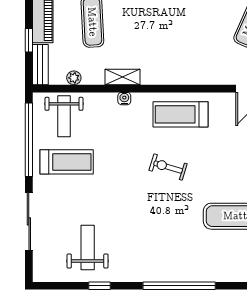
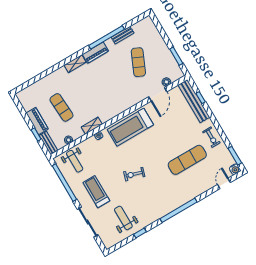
treadmill: (181, 114) -> (130, 127), width x1.37, depth x1.38
treadmill: (67, 162) -> (96, 192), moved, turned -90
exercise bike: (168, 167) -> (134, 174), moved

